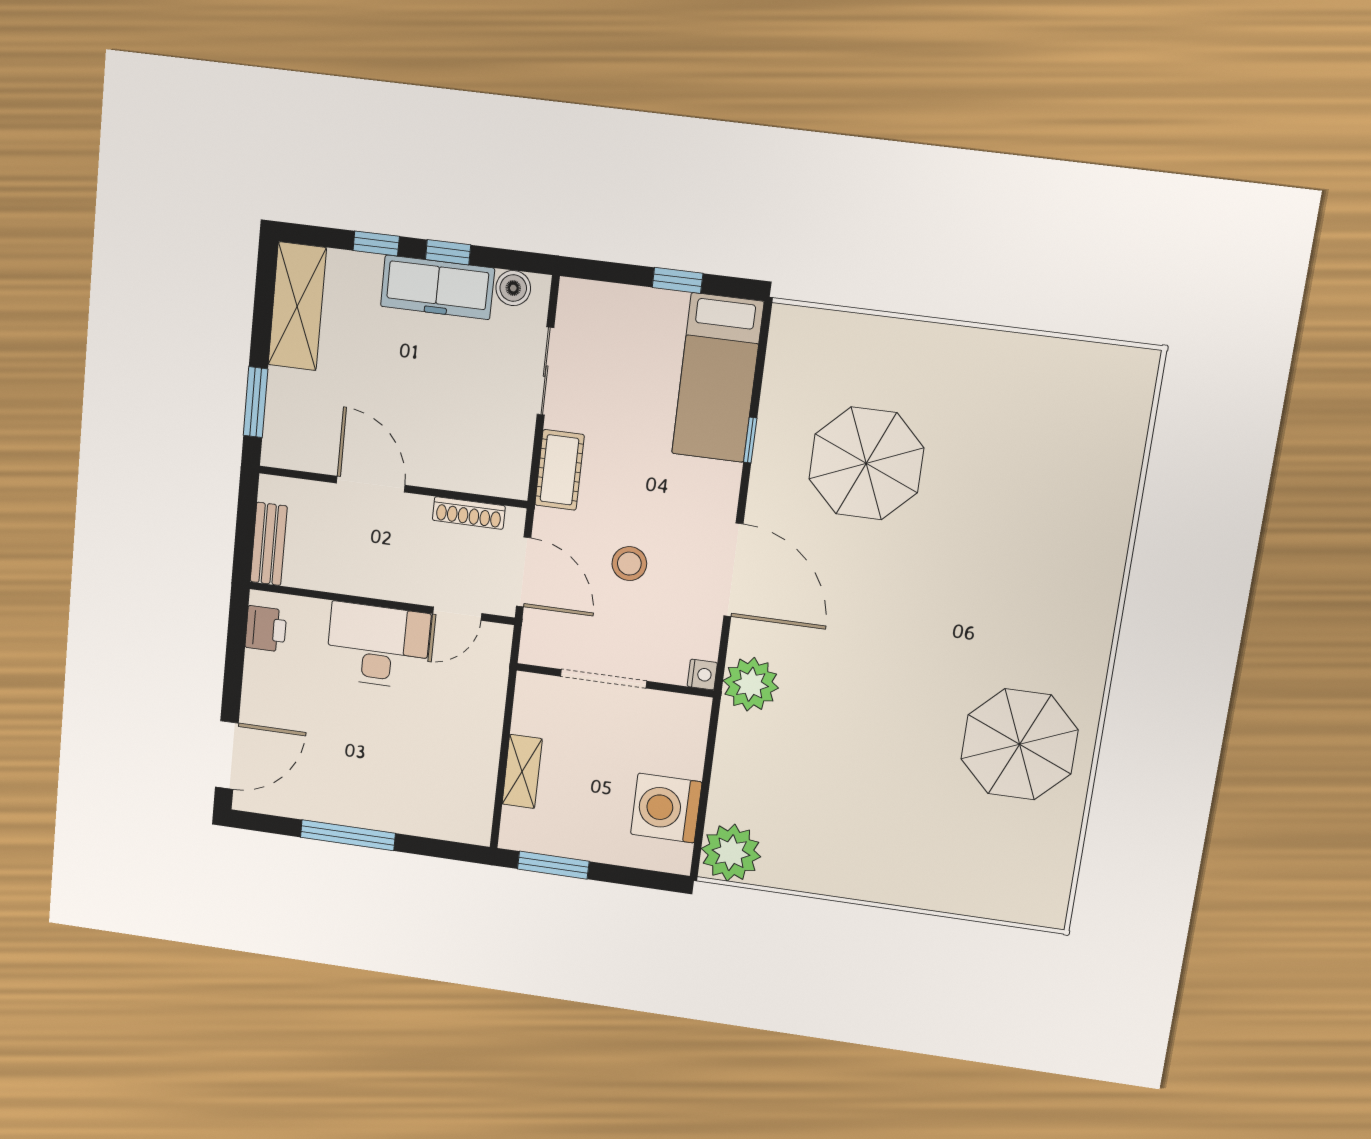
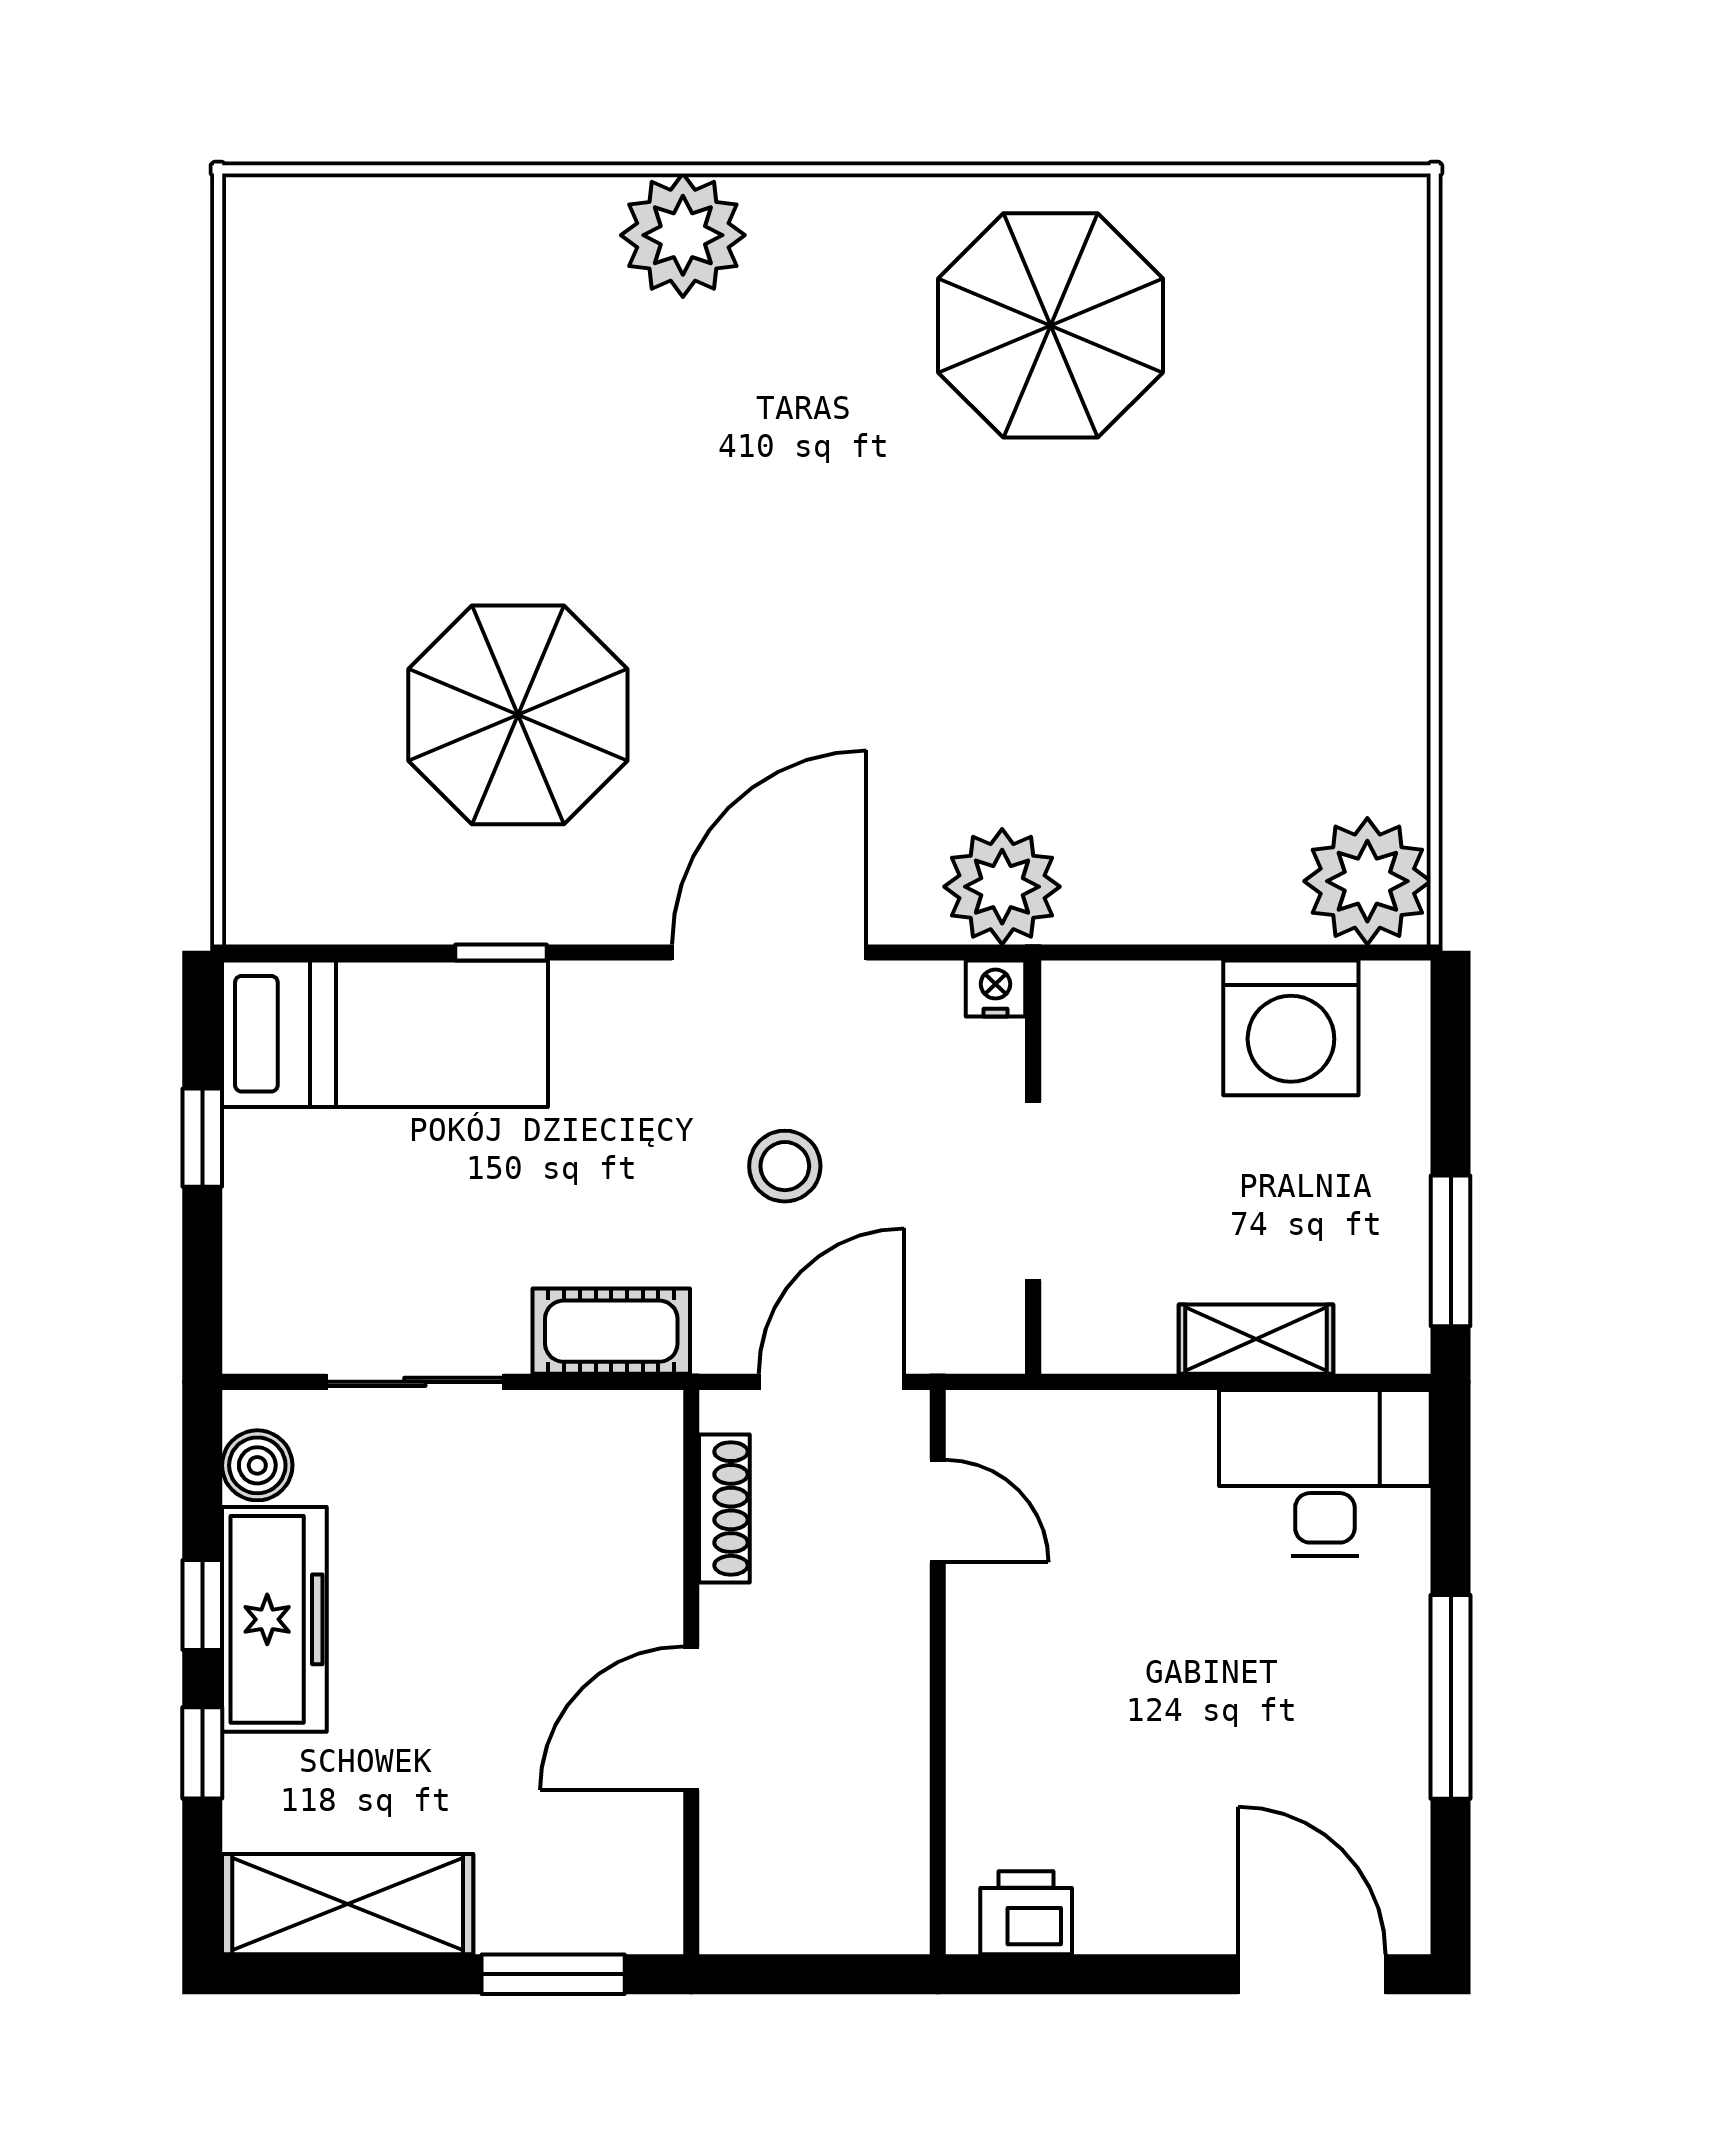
bench: (269, 544) -> (845, 1922), removed
plant: (1093, 575) -> (683, 235), added
desk: (378, 646) -> (1325, 1473), moved, turned 90

